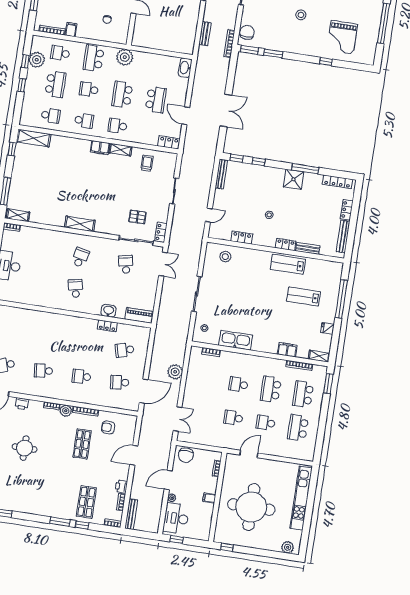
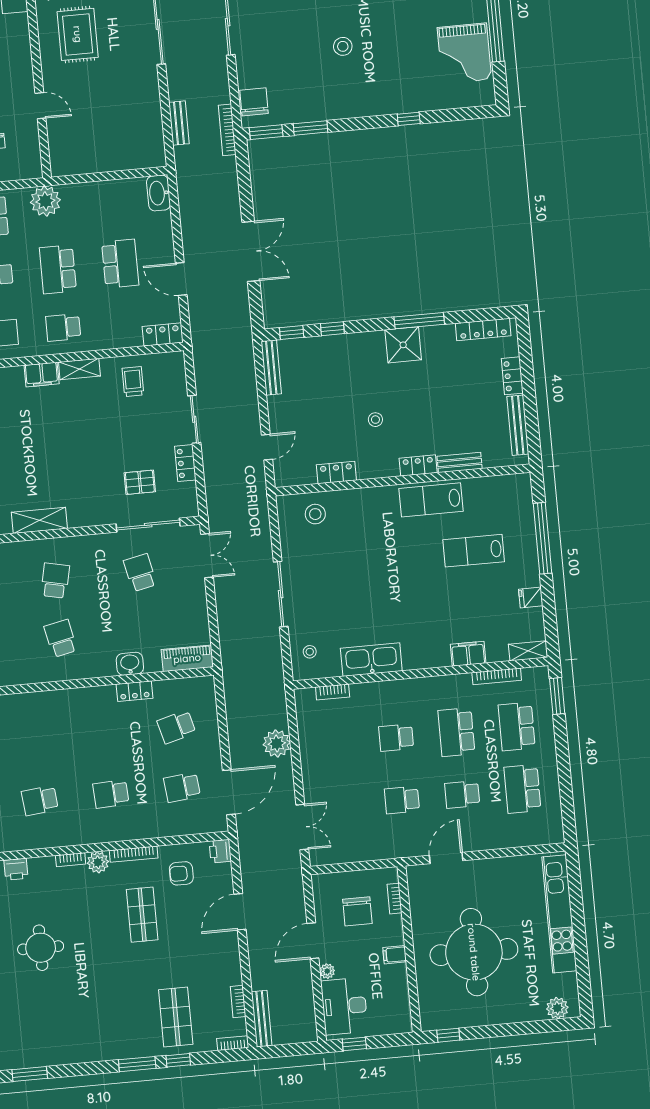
grand piano: (342, 37) -> (464, 53), moved
locker: (161, 232) -> (185, 463), moved
chair: (186, 455) -> (357, 911), moved
printer: (121, 487) -> (220, 851), moved

